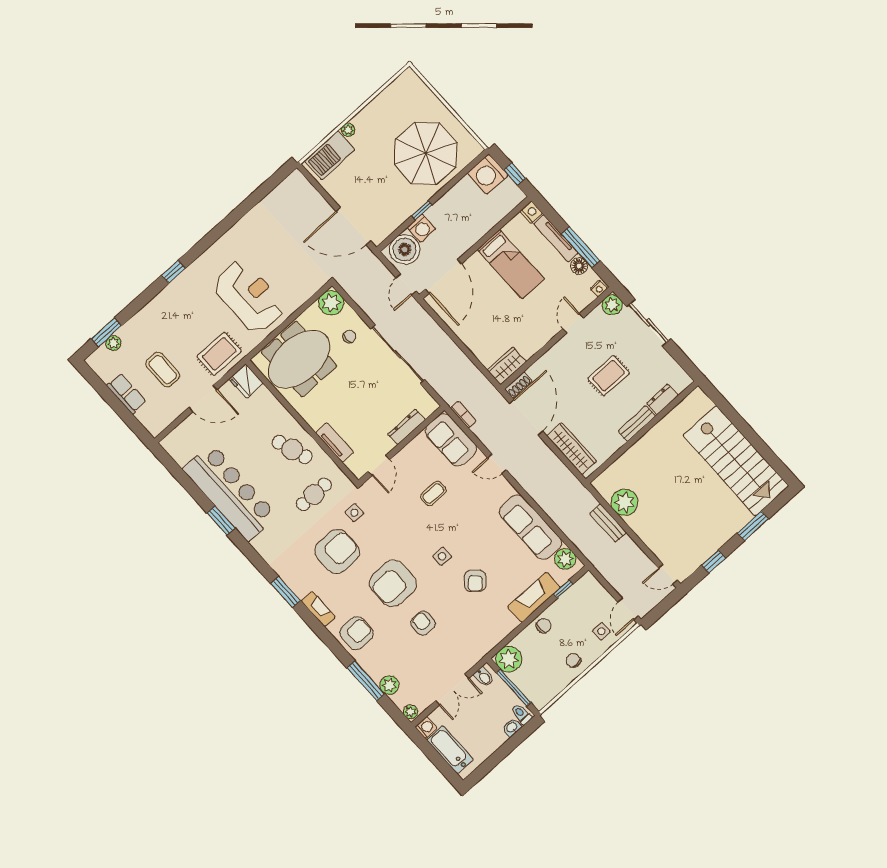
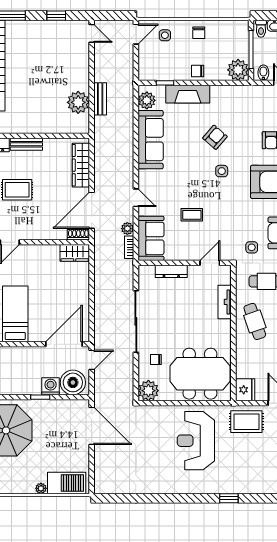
plant: (480, 430) -> (127, 229), added

